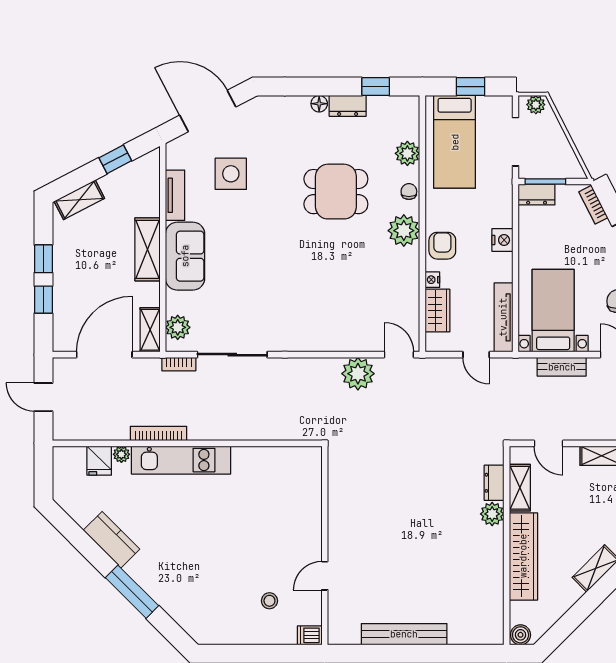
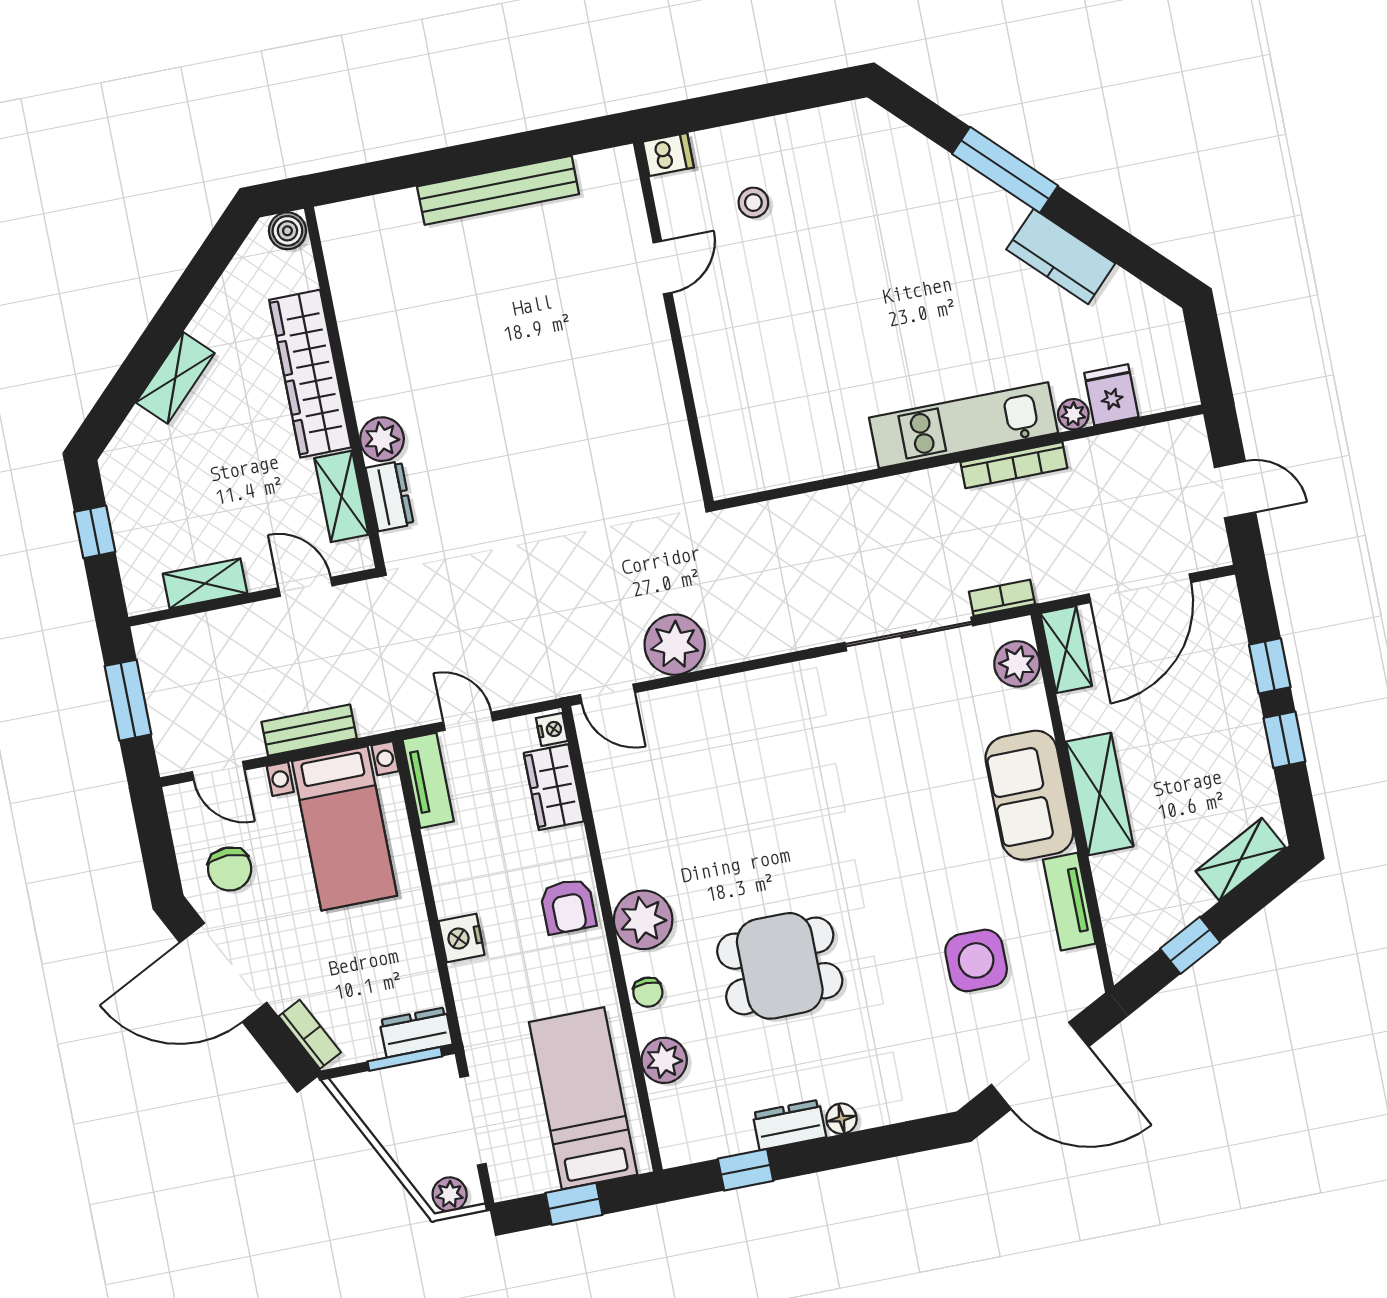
nightstand: (432, 280) -> (552, 729), moved
tv unit: (503, 317) -> (428, 780), width x0.71

